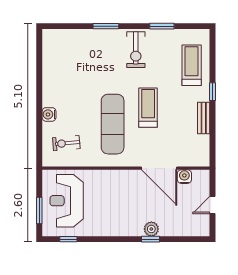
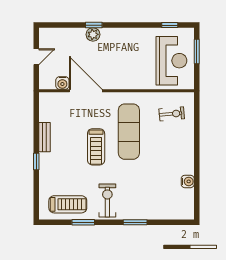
treadmill: (192, 65) -> (68, 204), moved, turned -90
water cooler: (49, 114) -> (188, 181), moved

